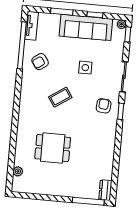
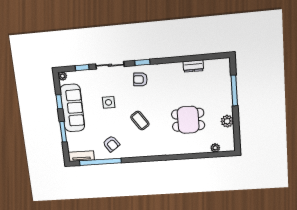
window: (128, 34) -> (82, 68), moved
dining table: (53, 148) -> (188, 120), turned 90
plant: (45, 188) -> (227, 121), added
dresser: (105, 190) -> (193, 66), moved
window: (88, 201) -> (234, 91), moved

